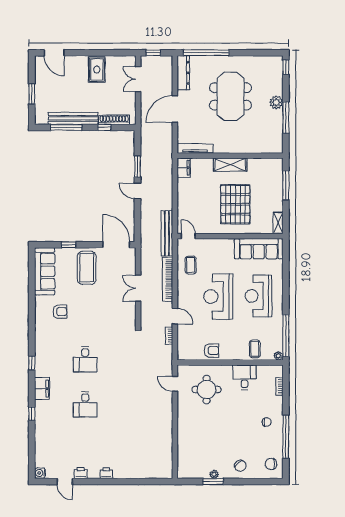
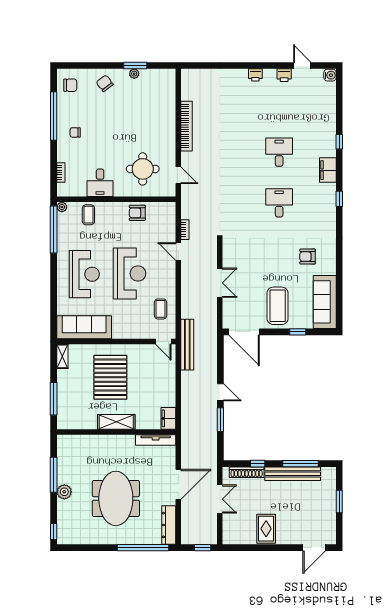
door: (54, 53) -> (314, 548), swing flipped
double door: (138, 79) -> (220, 499), moved
bookcase: (168, 279) -> (187, 126), moved

